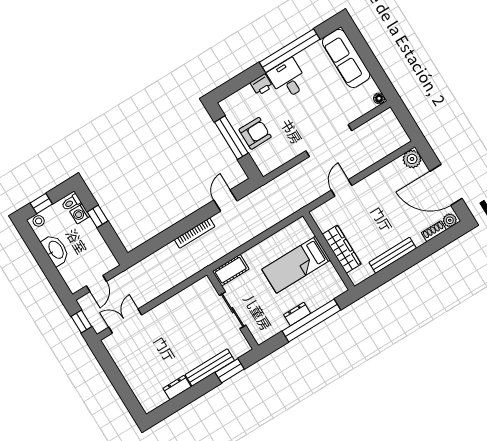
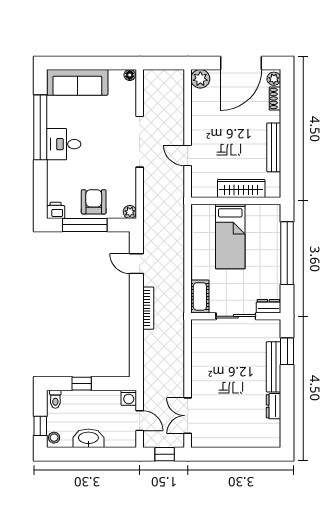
printer: (261, 85) -> (56, 210), moved, turned -90
plant: (265, 169) -> (130, 212), added
washing machine: (80, 214) -> (129, 398), moved
dresser: (297, 314) -> (268, 306), moved, turned 90

